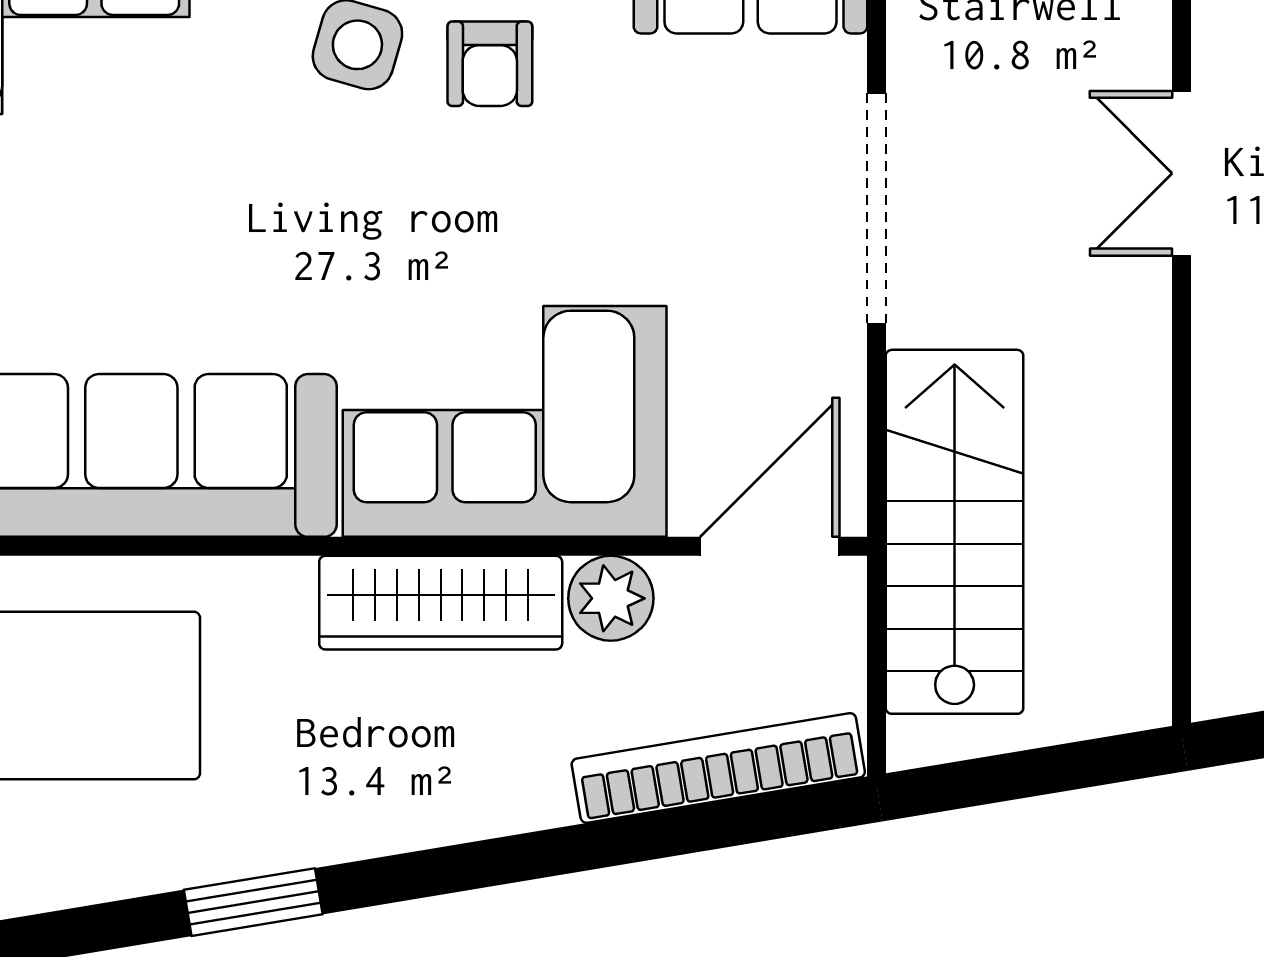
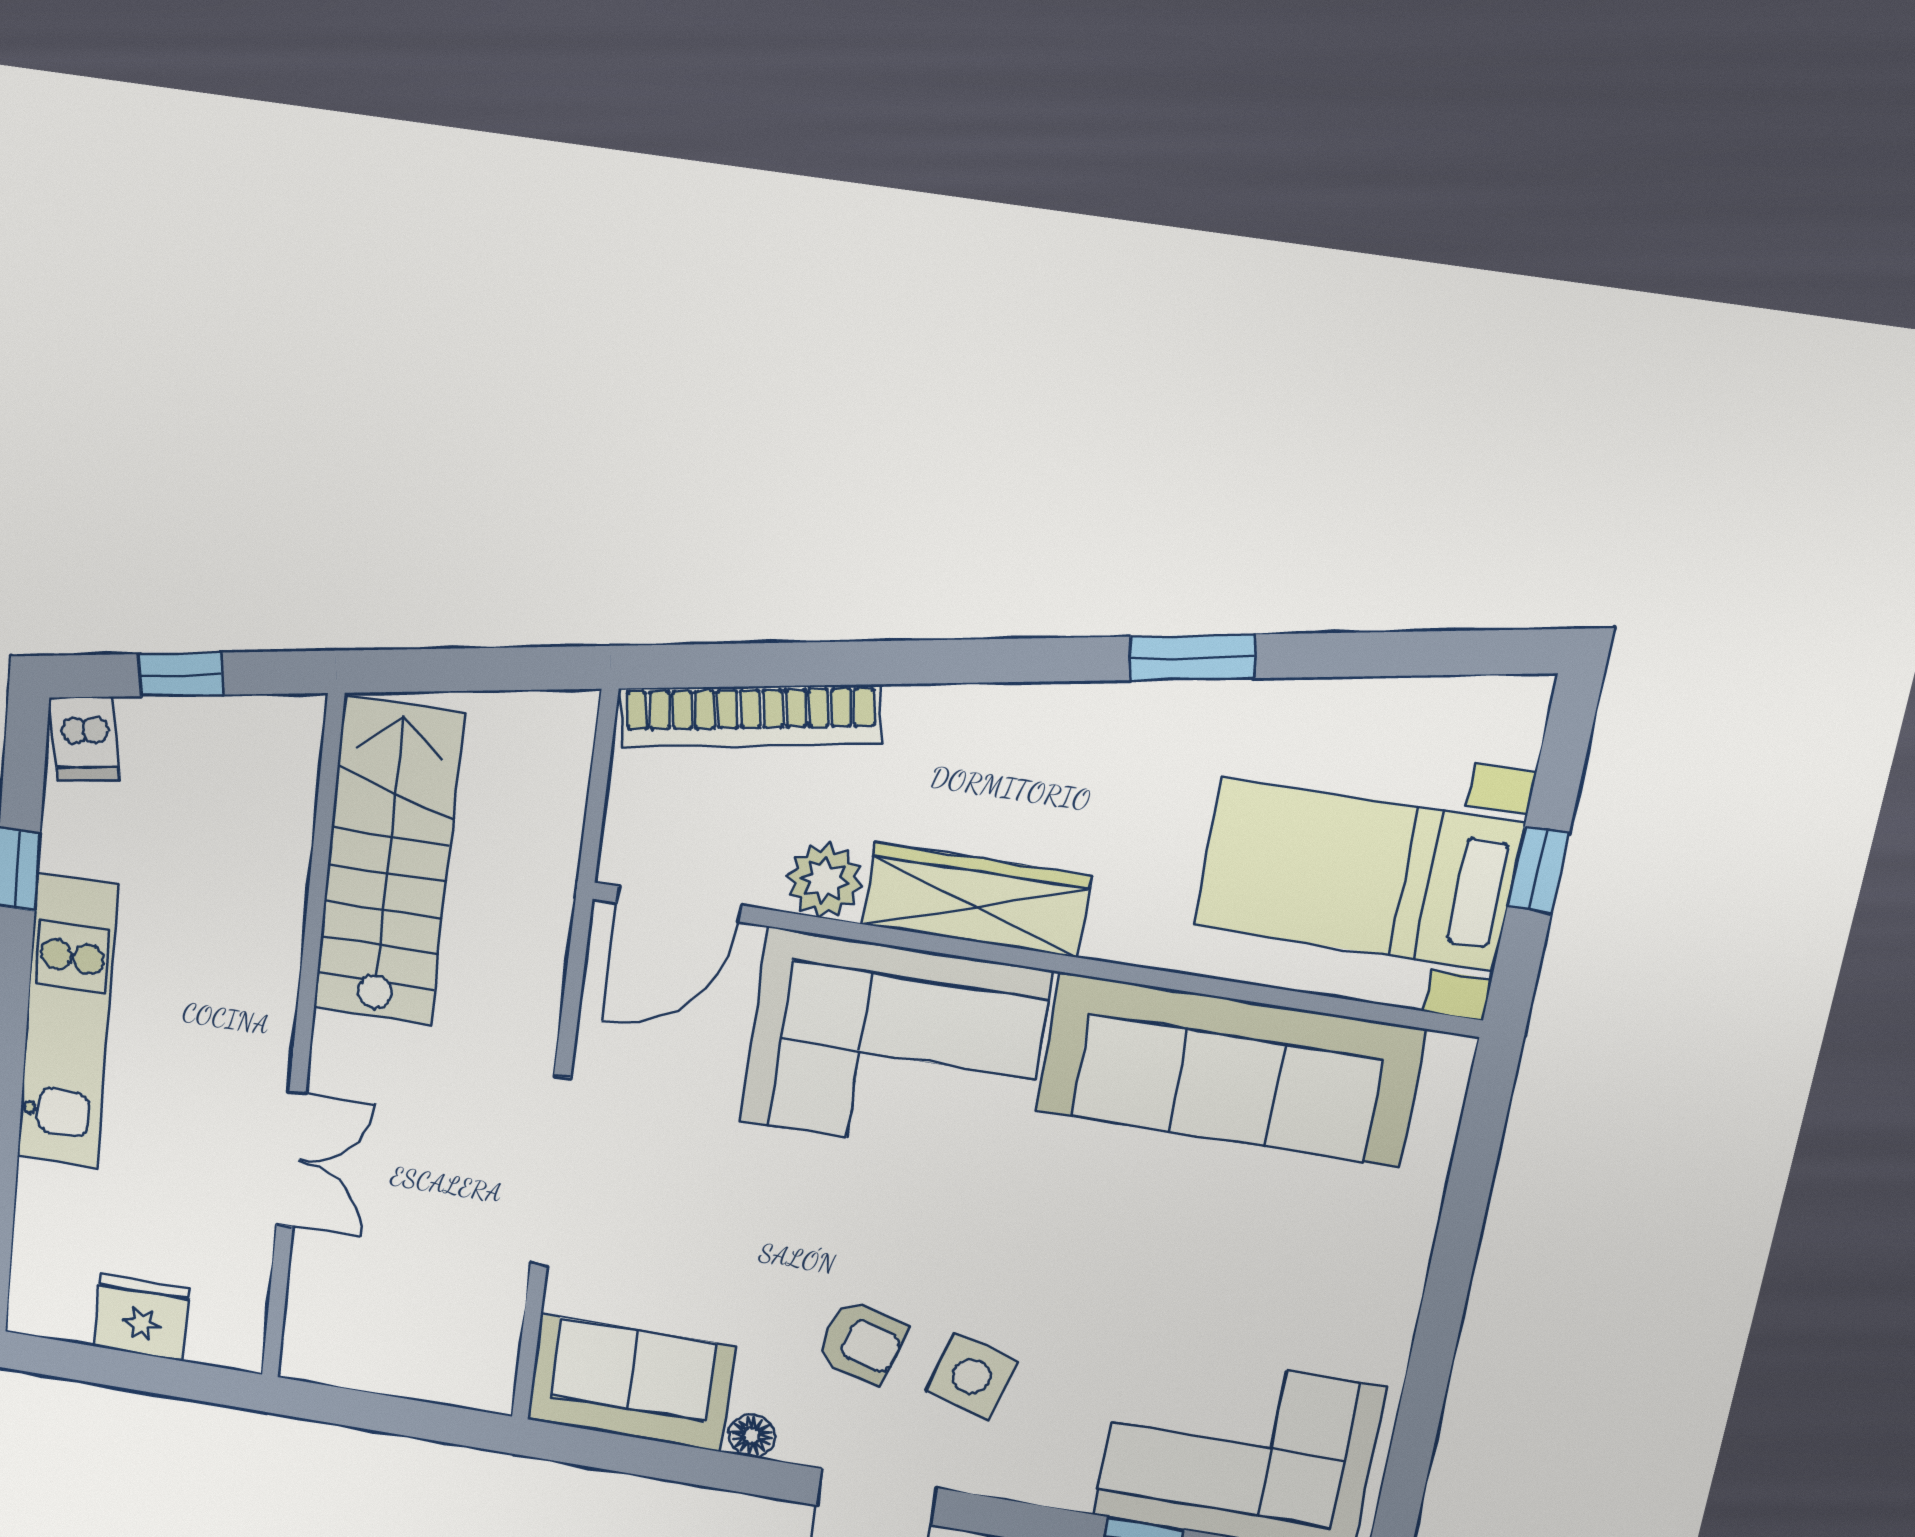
armchair: (490, 64) -> (861, 1342), turned 105
stairs: (955, 532) -> (388, 862), moved, turned 180

